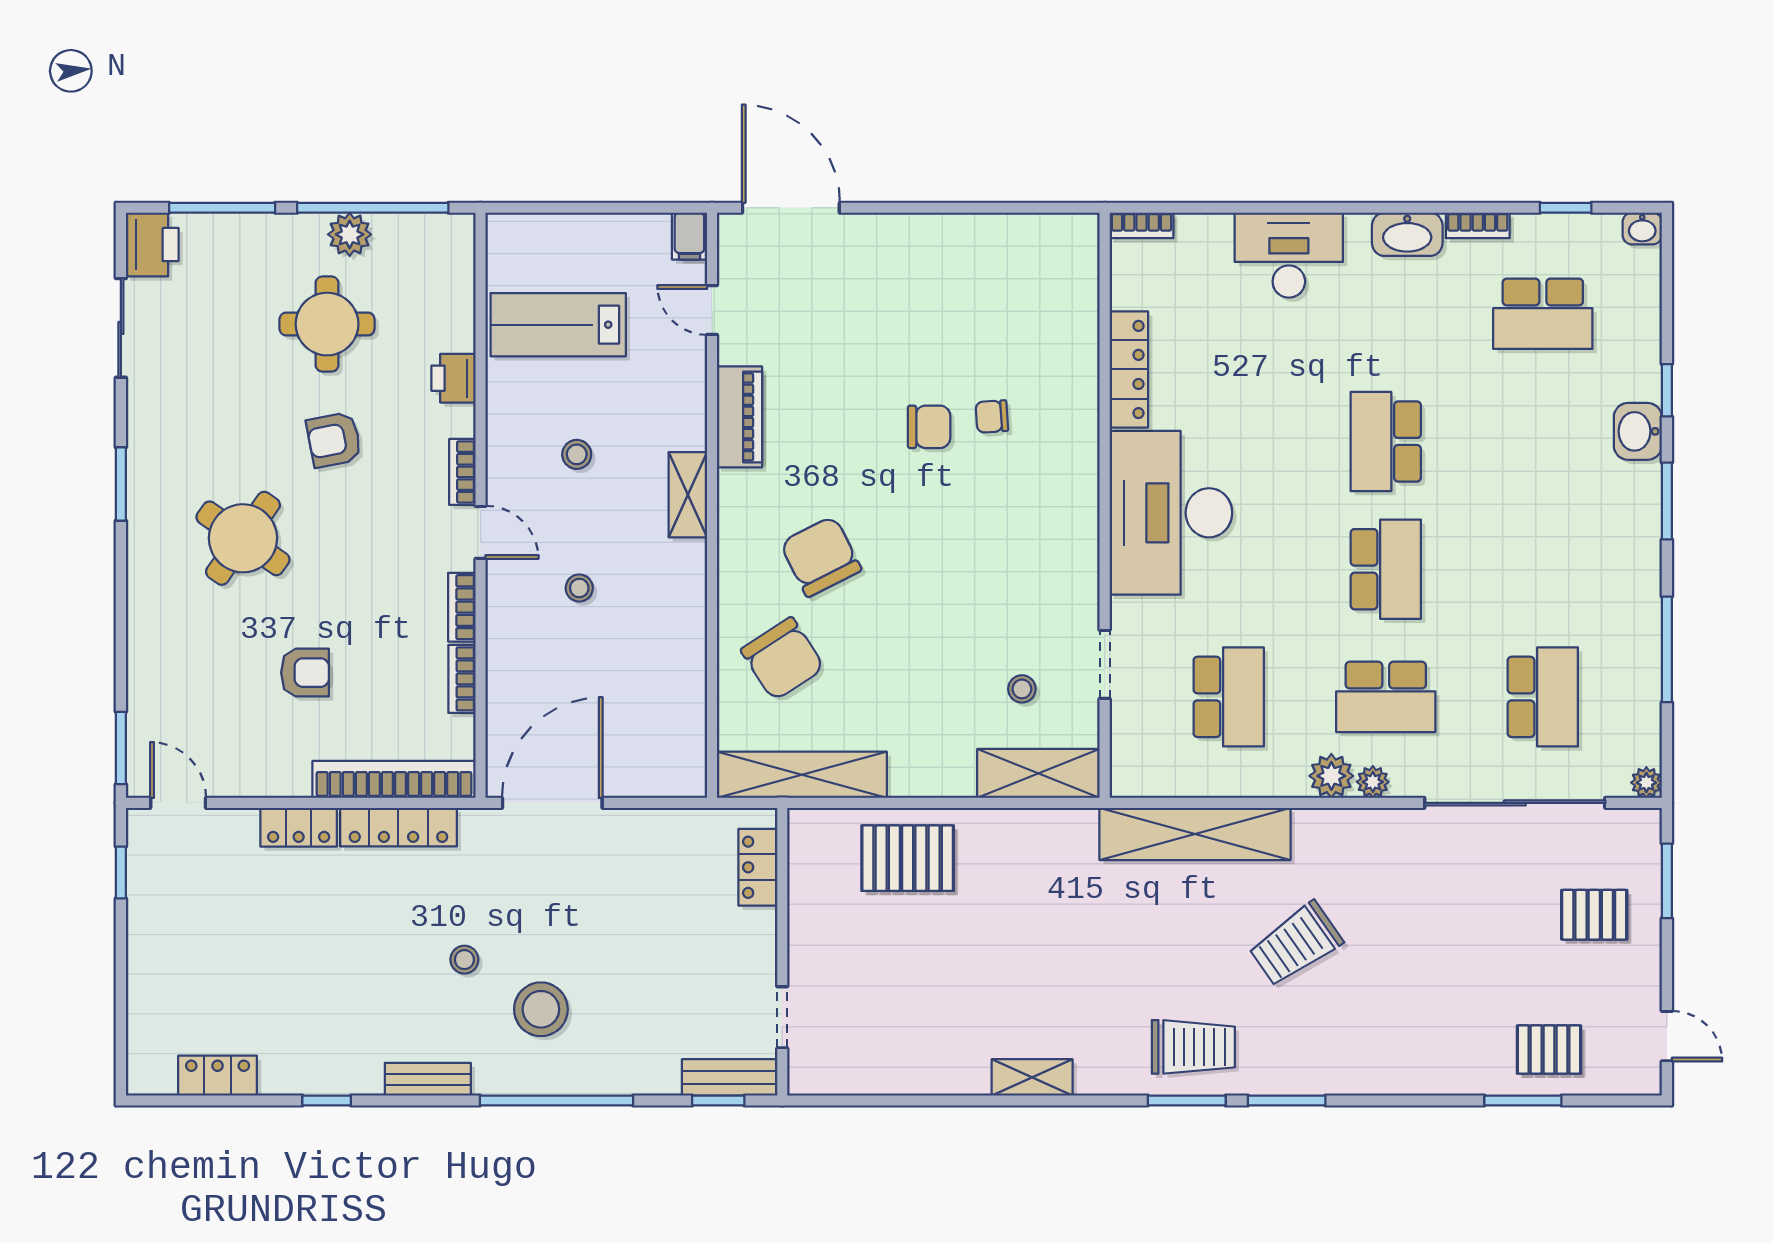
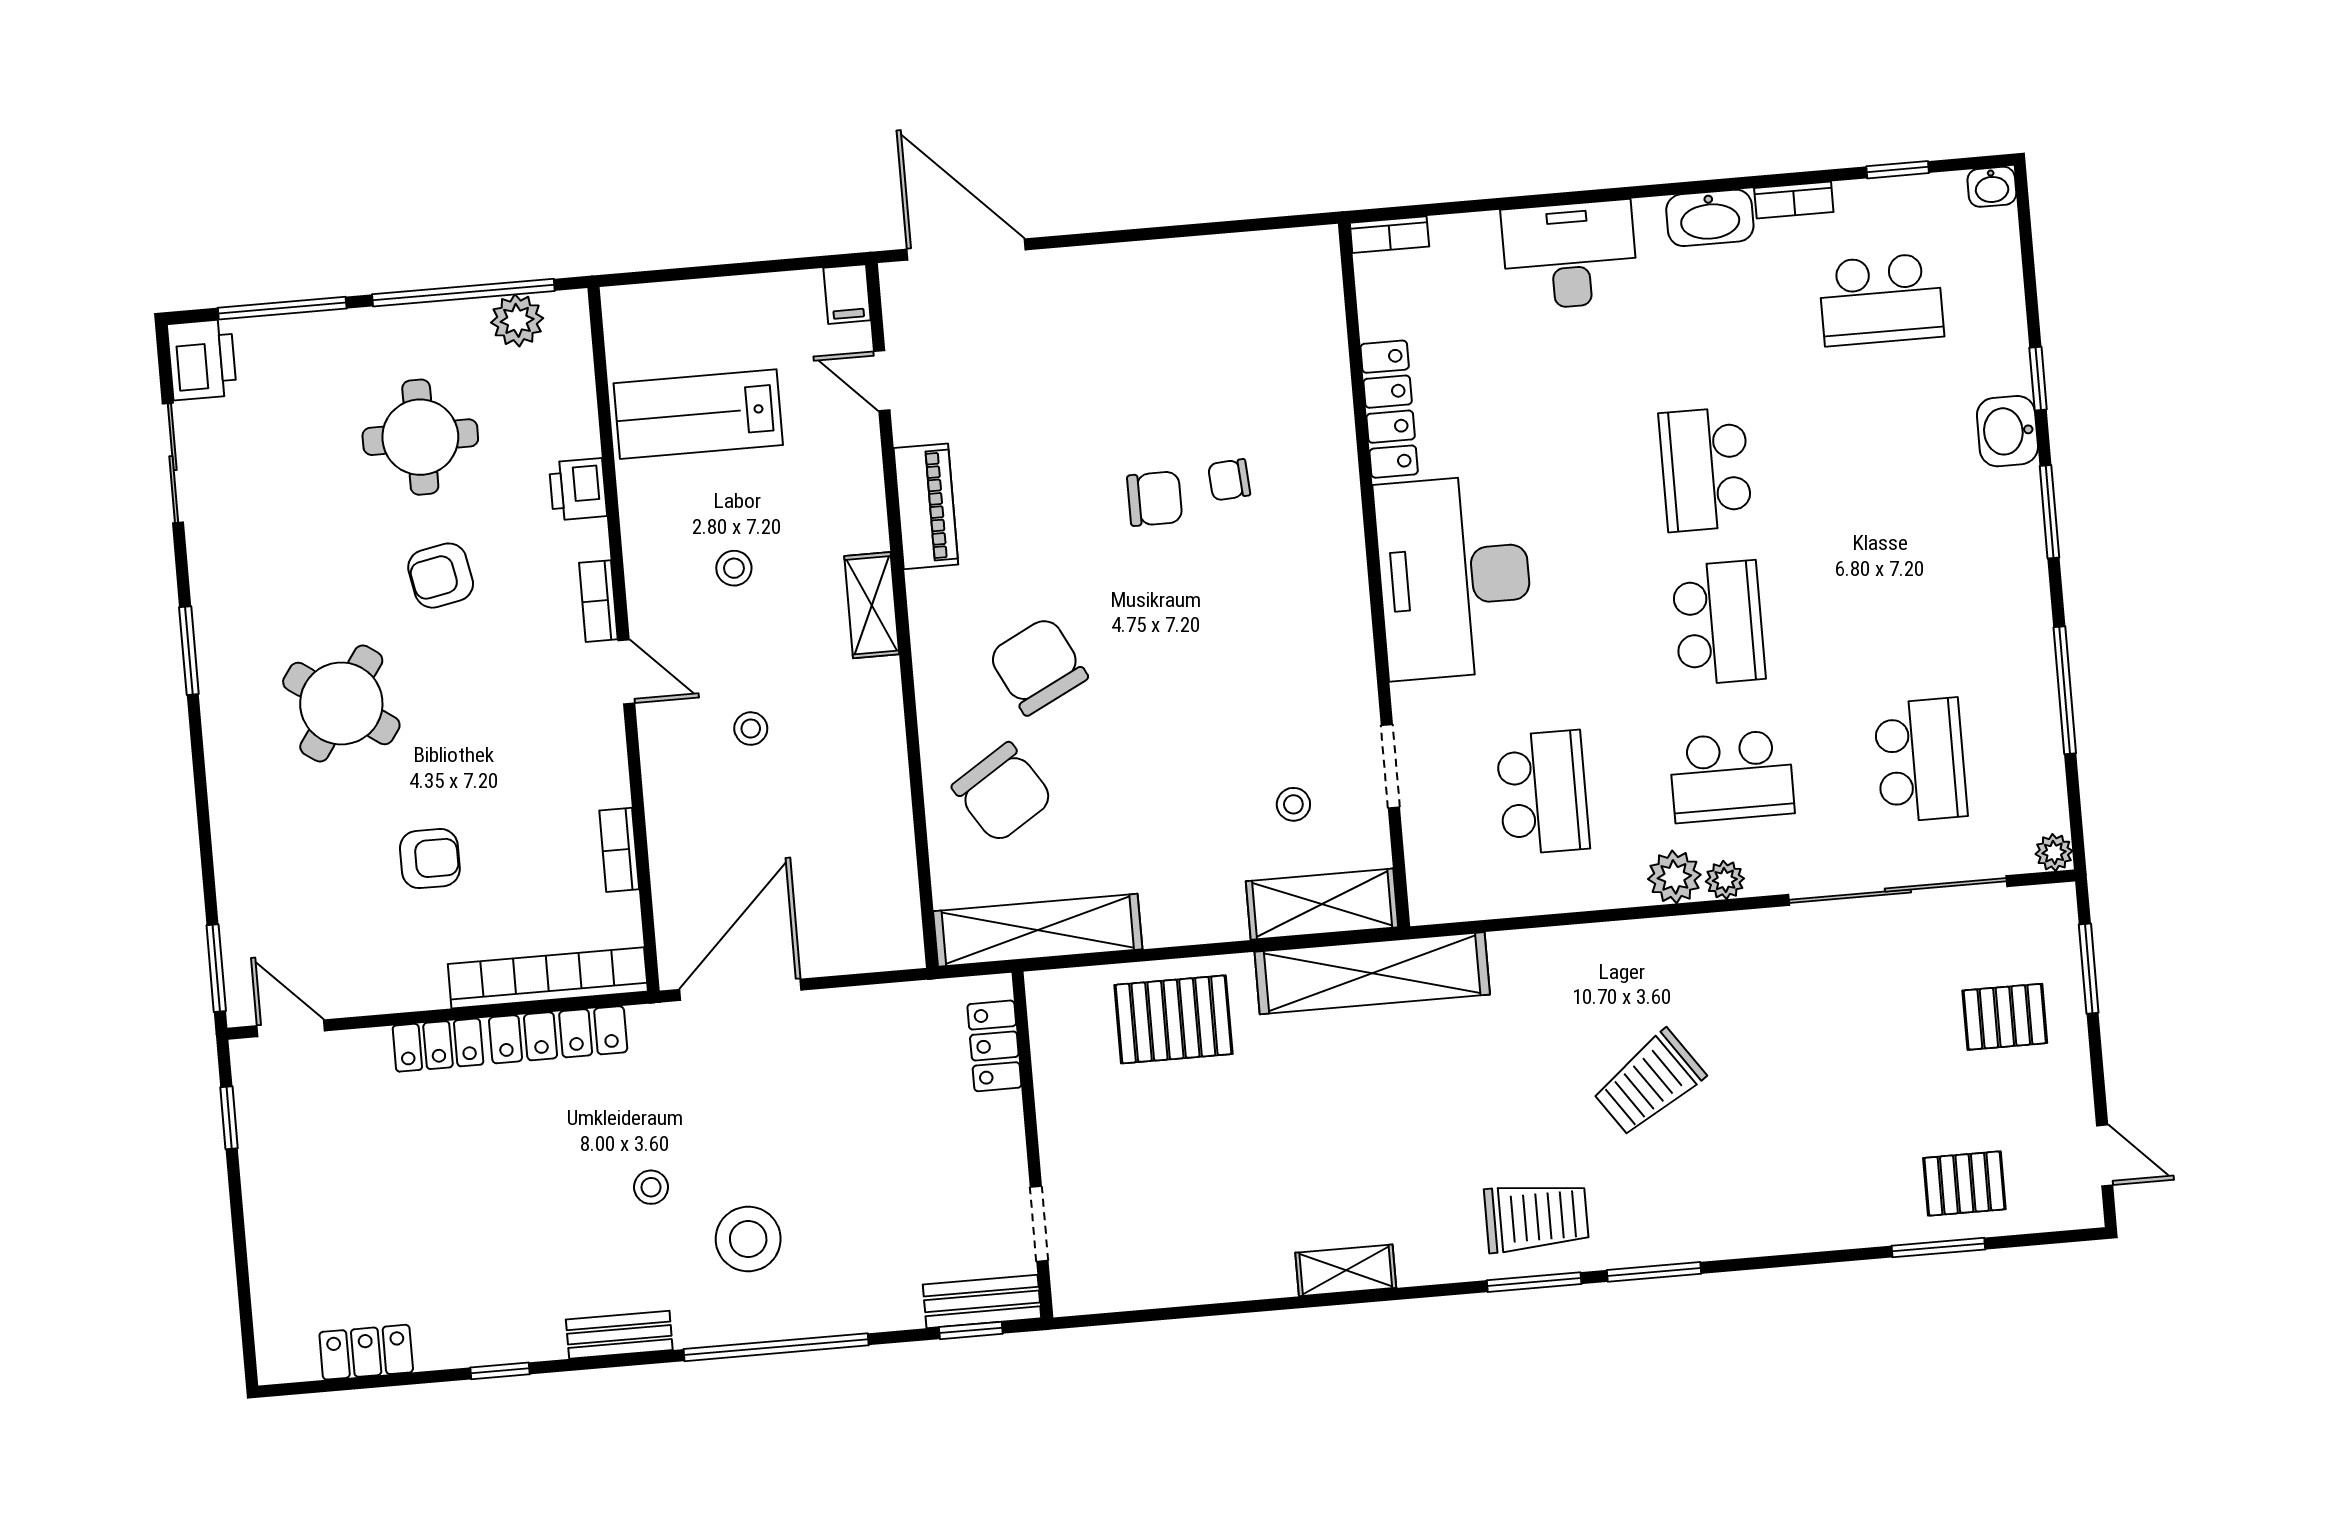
plant: (350, 234) -> (517, 320), moved
bookcase: (462, 607) -> (612, 764), removed
shelving: (1195, 834) -> (1372, 973), moved

